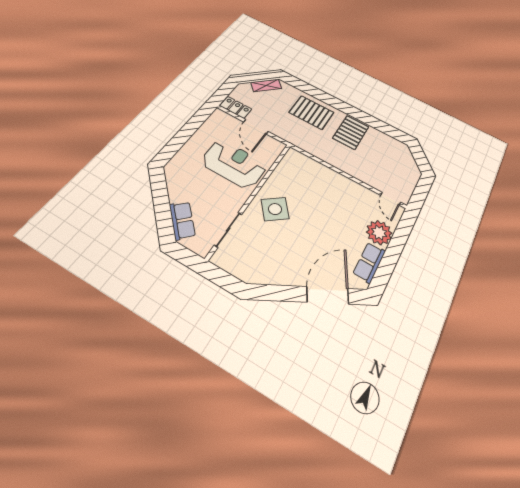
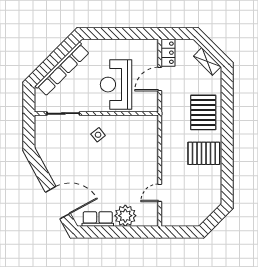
reception desk: (234, 164) -> (116, 85), turned 180
door: (391, 199) -> (160, 193), moved
side table: (275, 209) -> (98, 135), width x0.54, depth x0.54
row of seats: (182, 220) -> (62, 69), width x2.02

